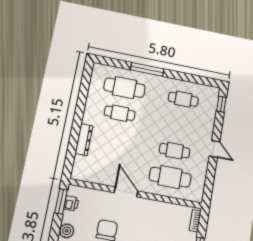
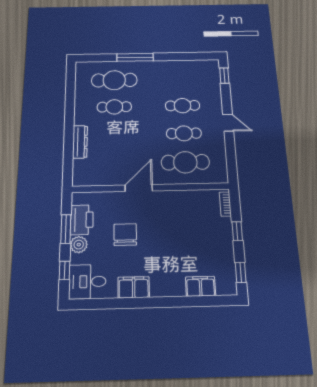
cafe table: (183, 99) -> (182, 106), moved
door: (126, 192) -> (139, 188), hinge flipped
window: (61, 201) -> (66, 229), moved
printer: (71, 203) -> (82, 220), width x1.87, depth x1.48

